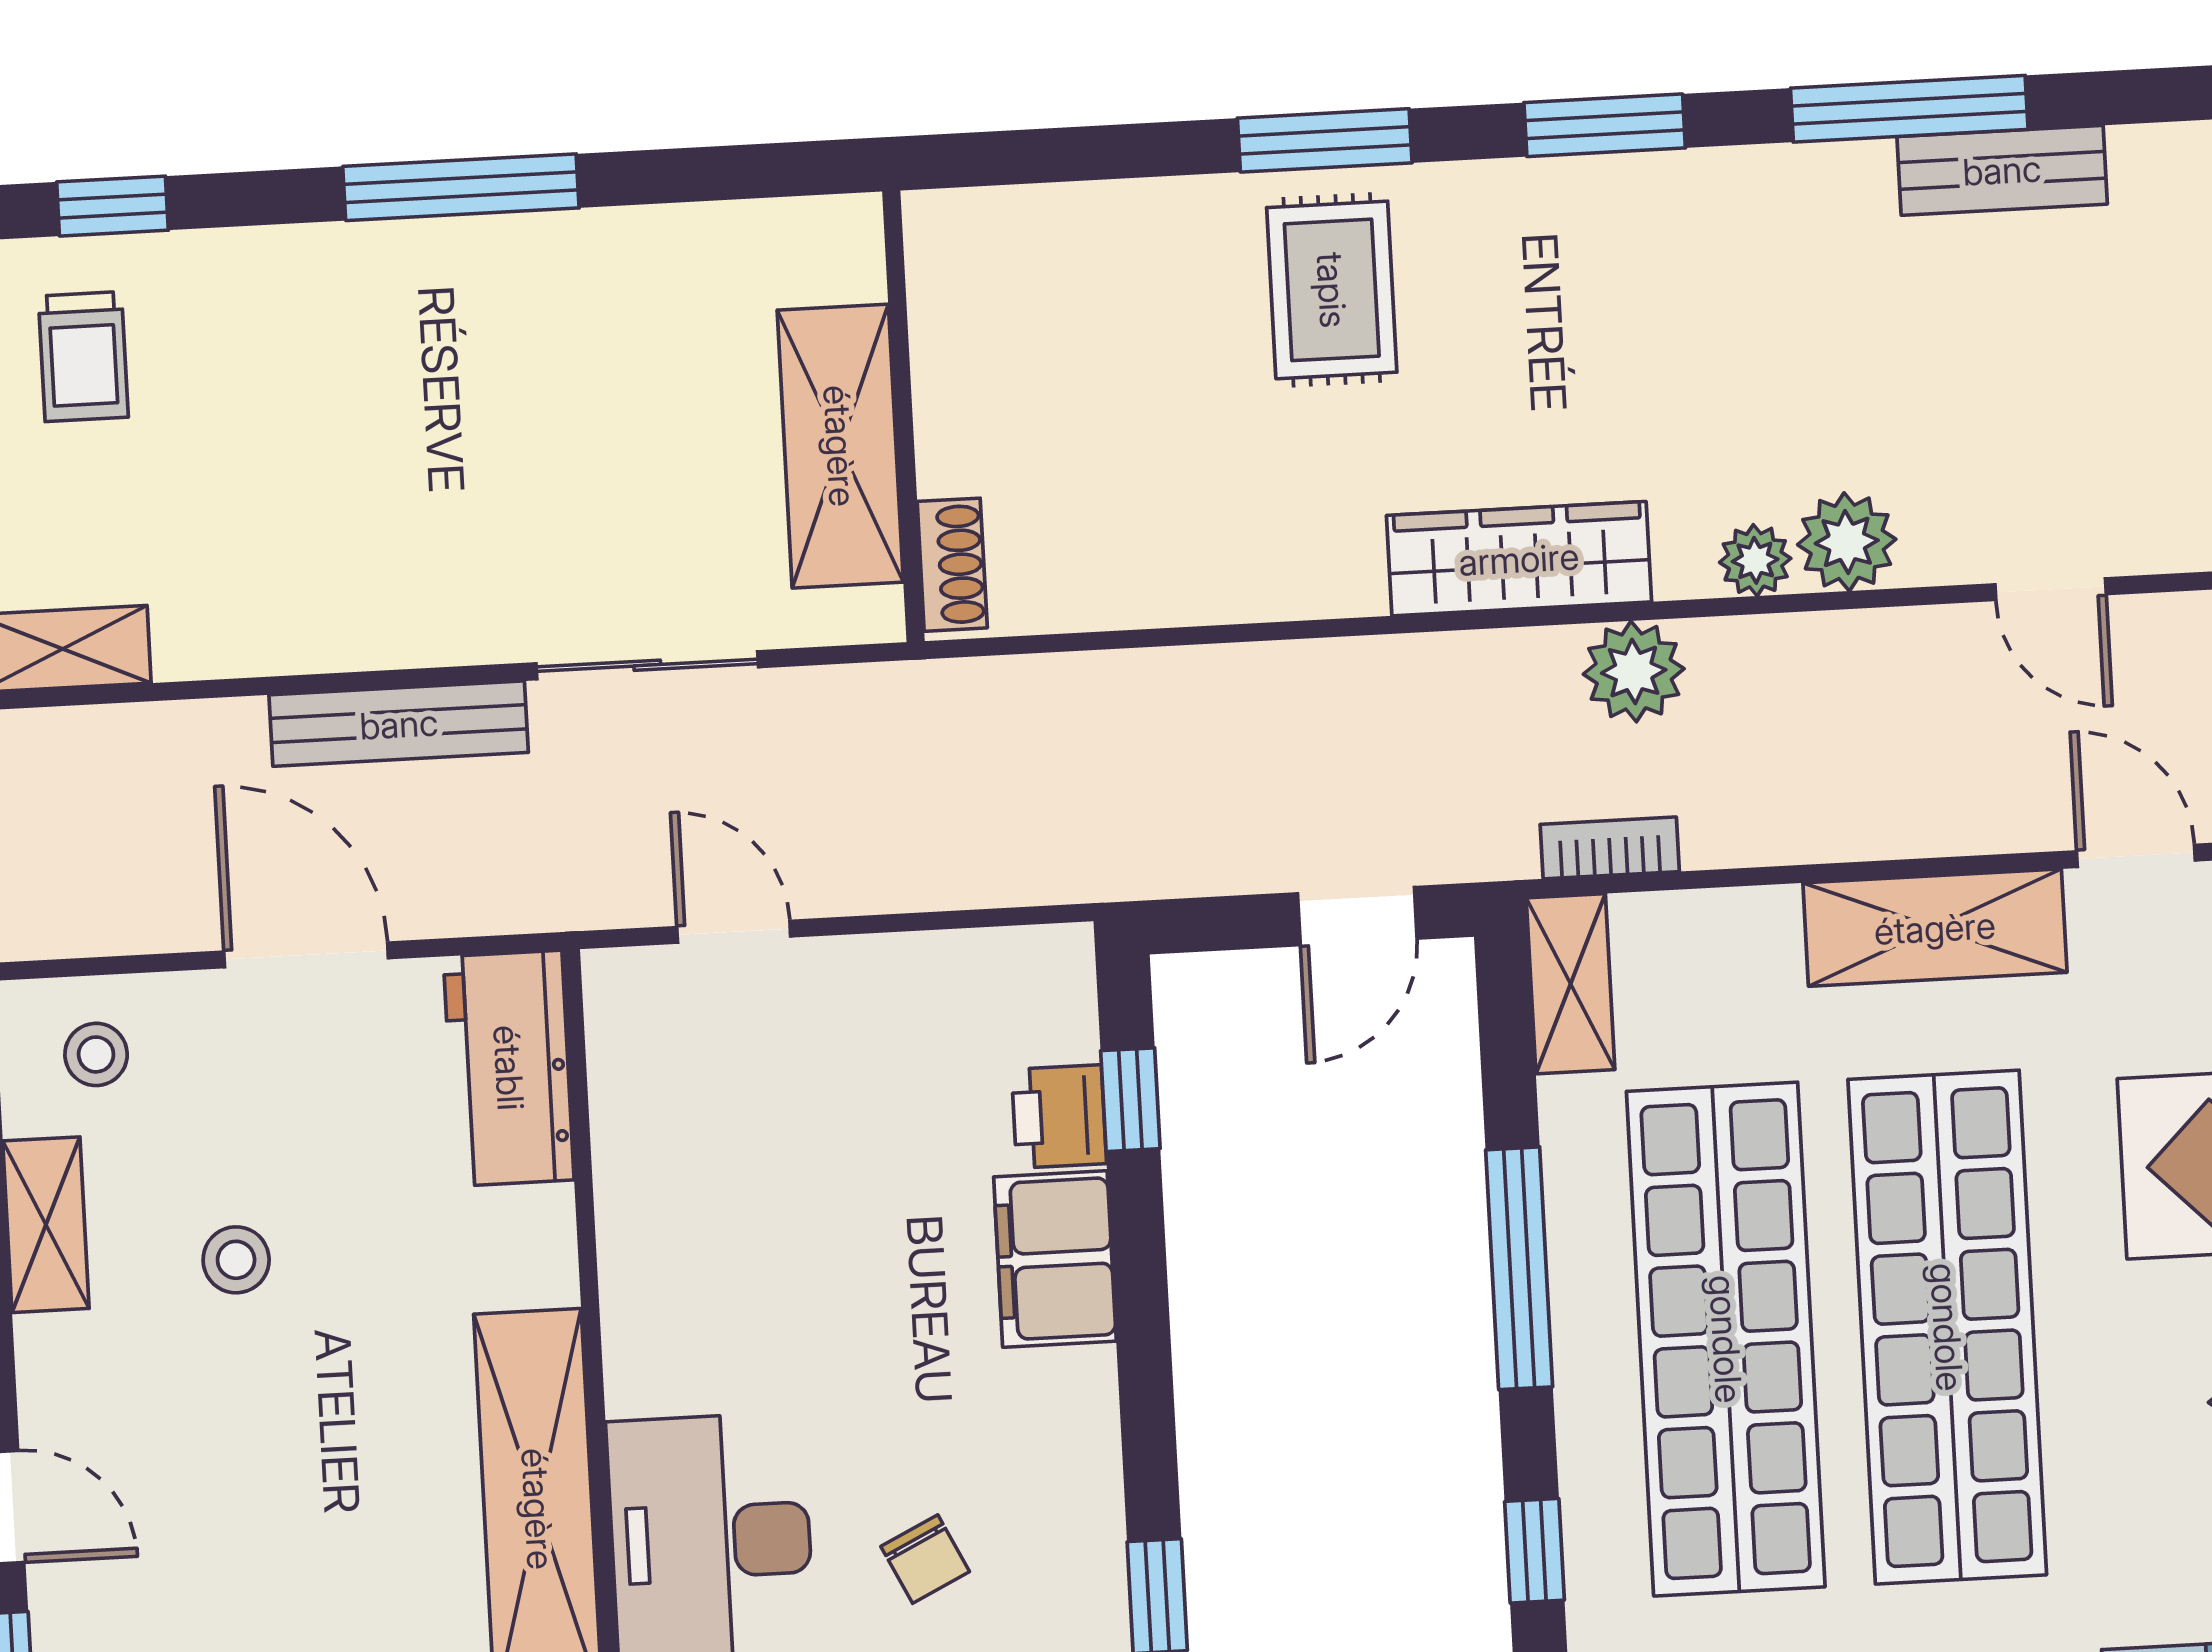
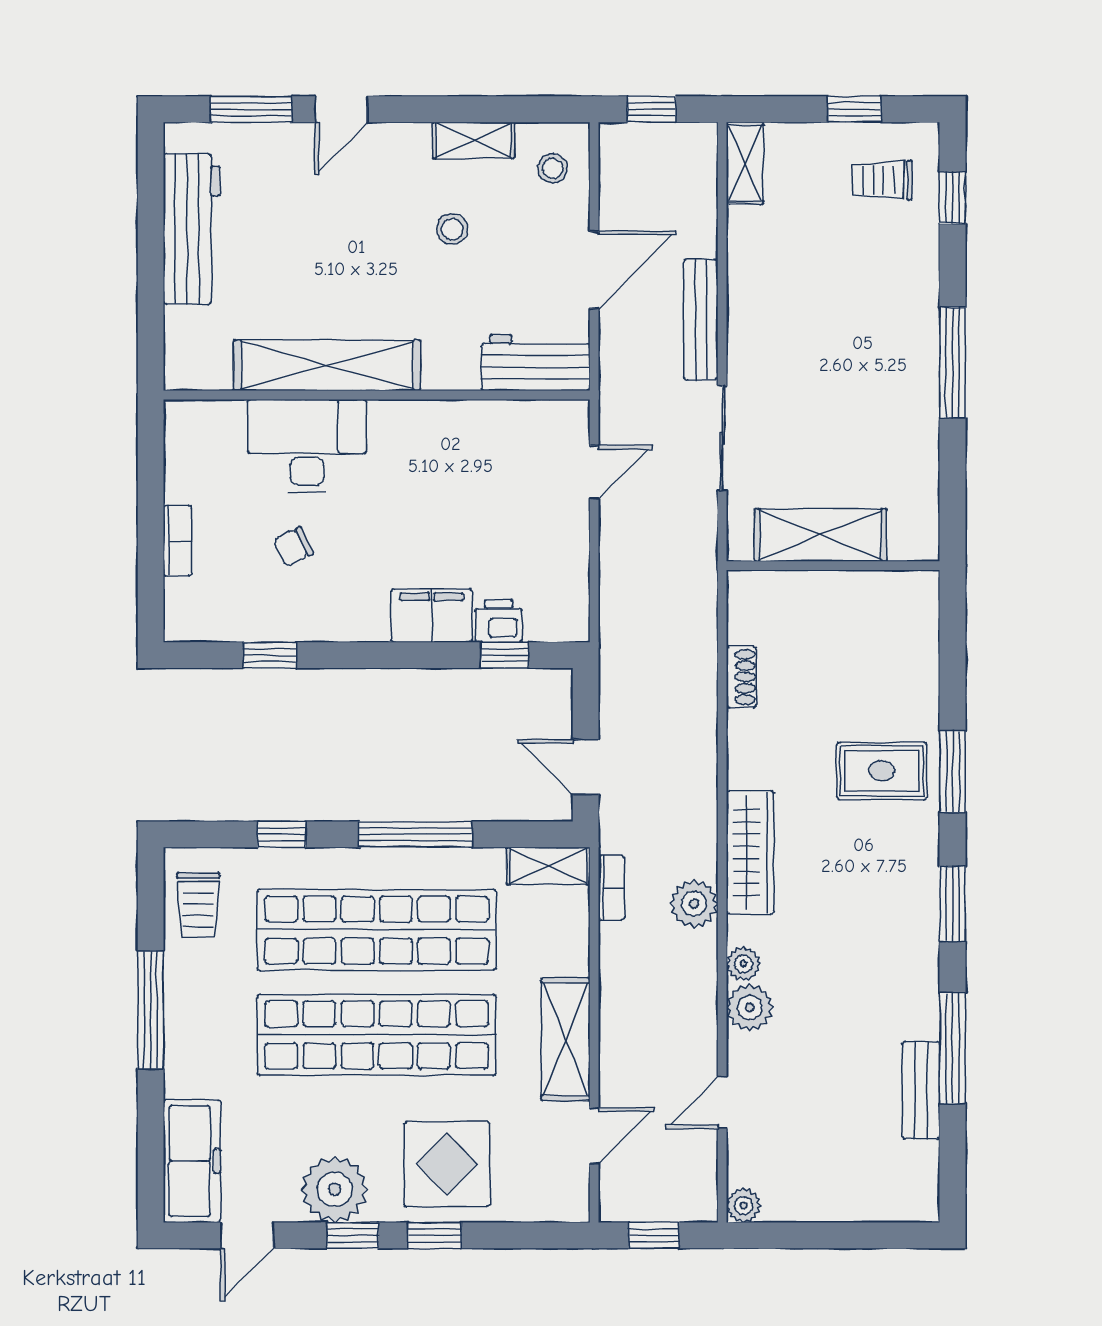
shoe rack: (952, 565) -> (741, 677), moved, turned -90

